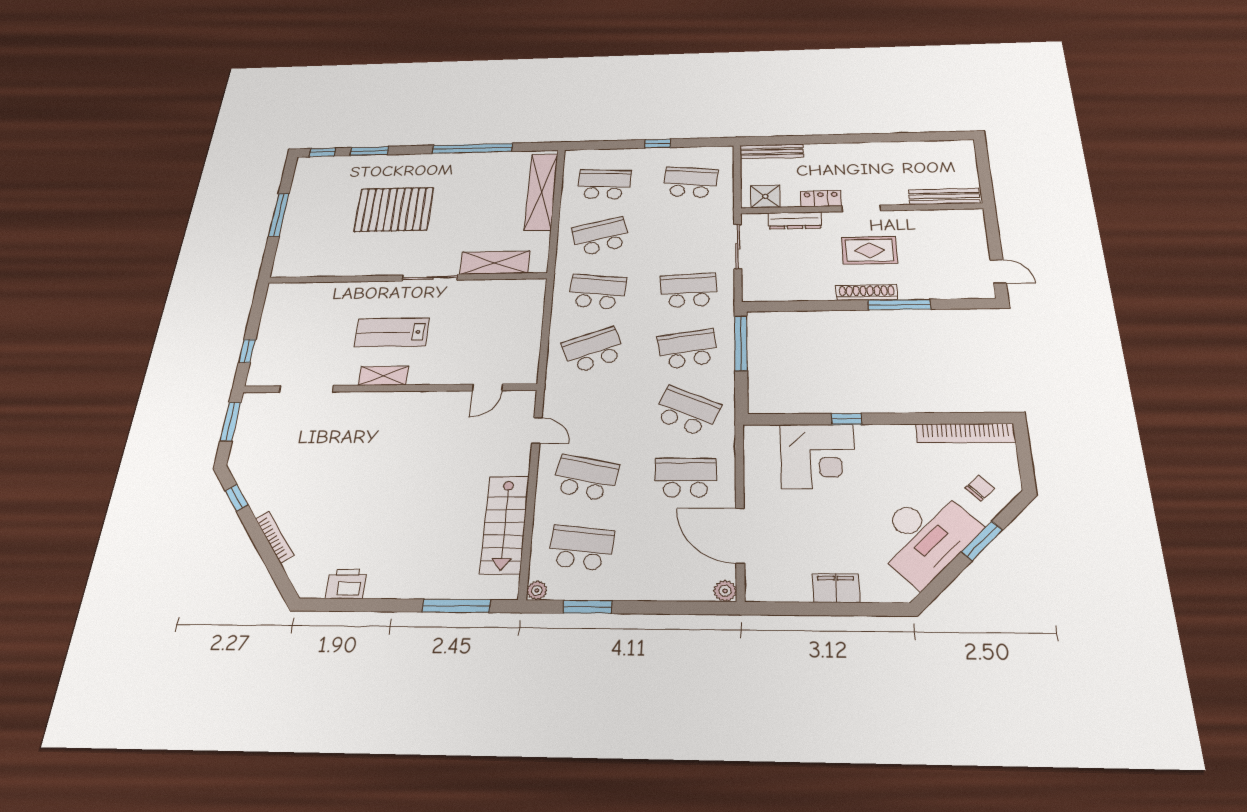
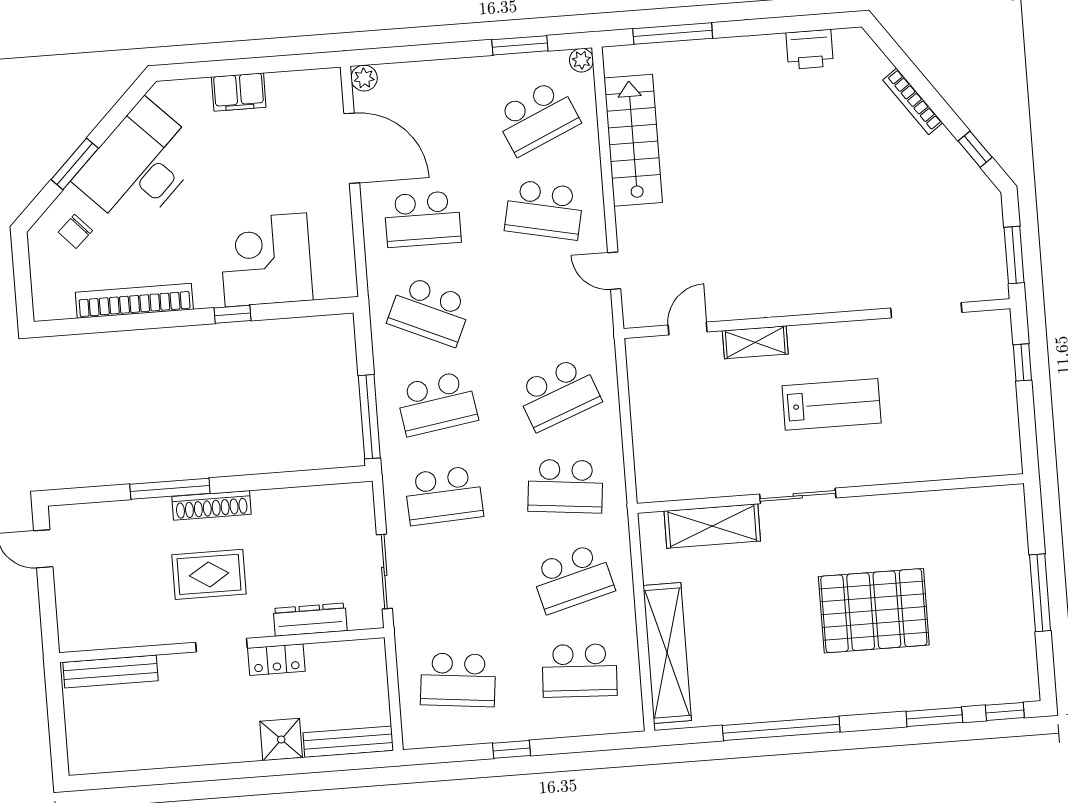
shower: (765, 196) -> (281, 739), moved
shelving: (383, 376) -> (755, 342), moved
bookcase: (965, 433) -> (134, 301), moved
school desk: (581, 548) -> (537, 118), turned -30

